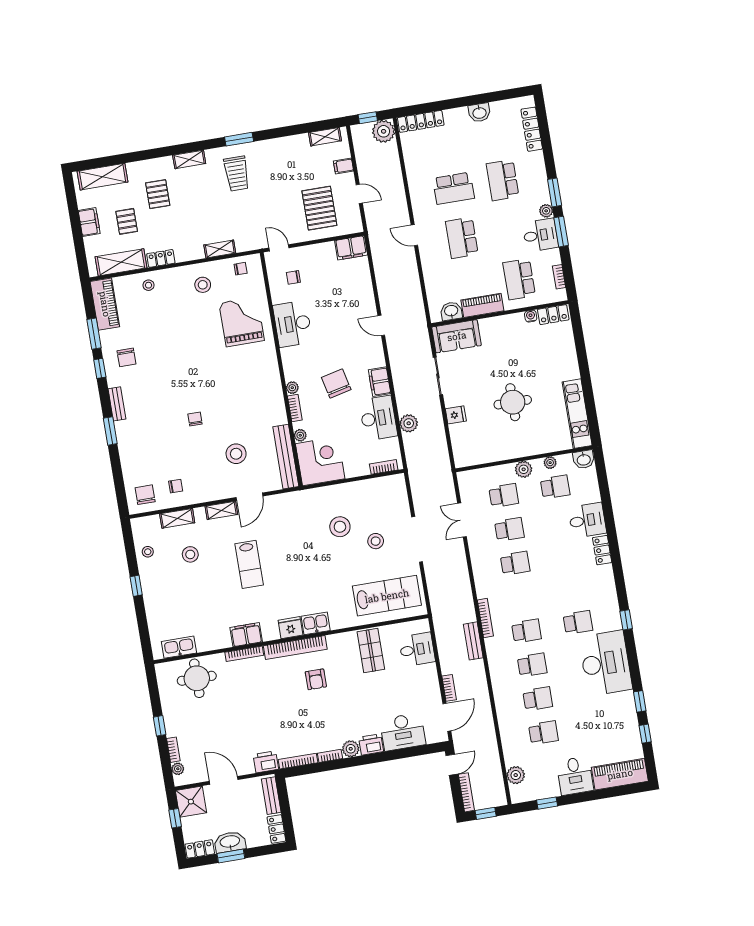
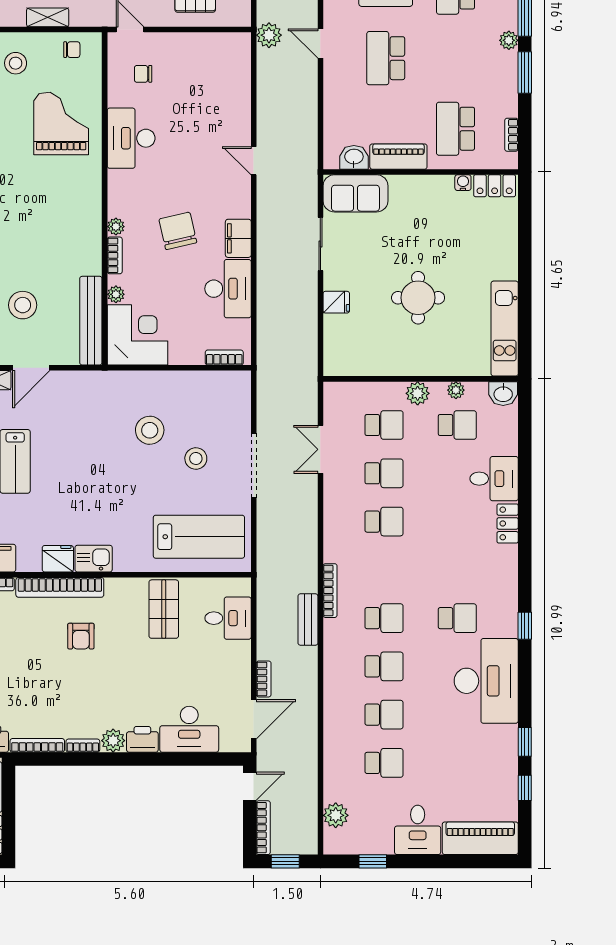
desk: (540, 235) -> (495, 72), removed
filing cabinet: (351, 248) -> (230, 46), removed
plant: (409, 423) -> (269, 35), moved

